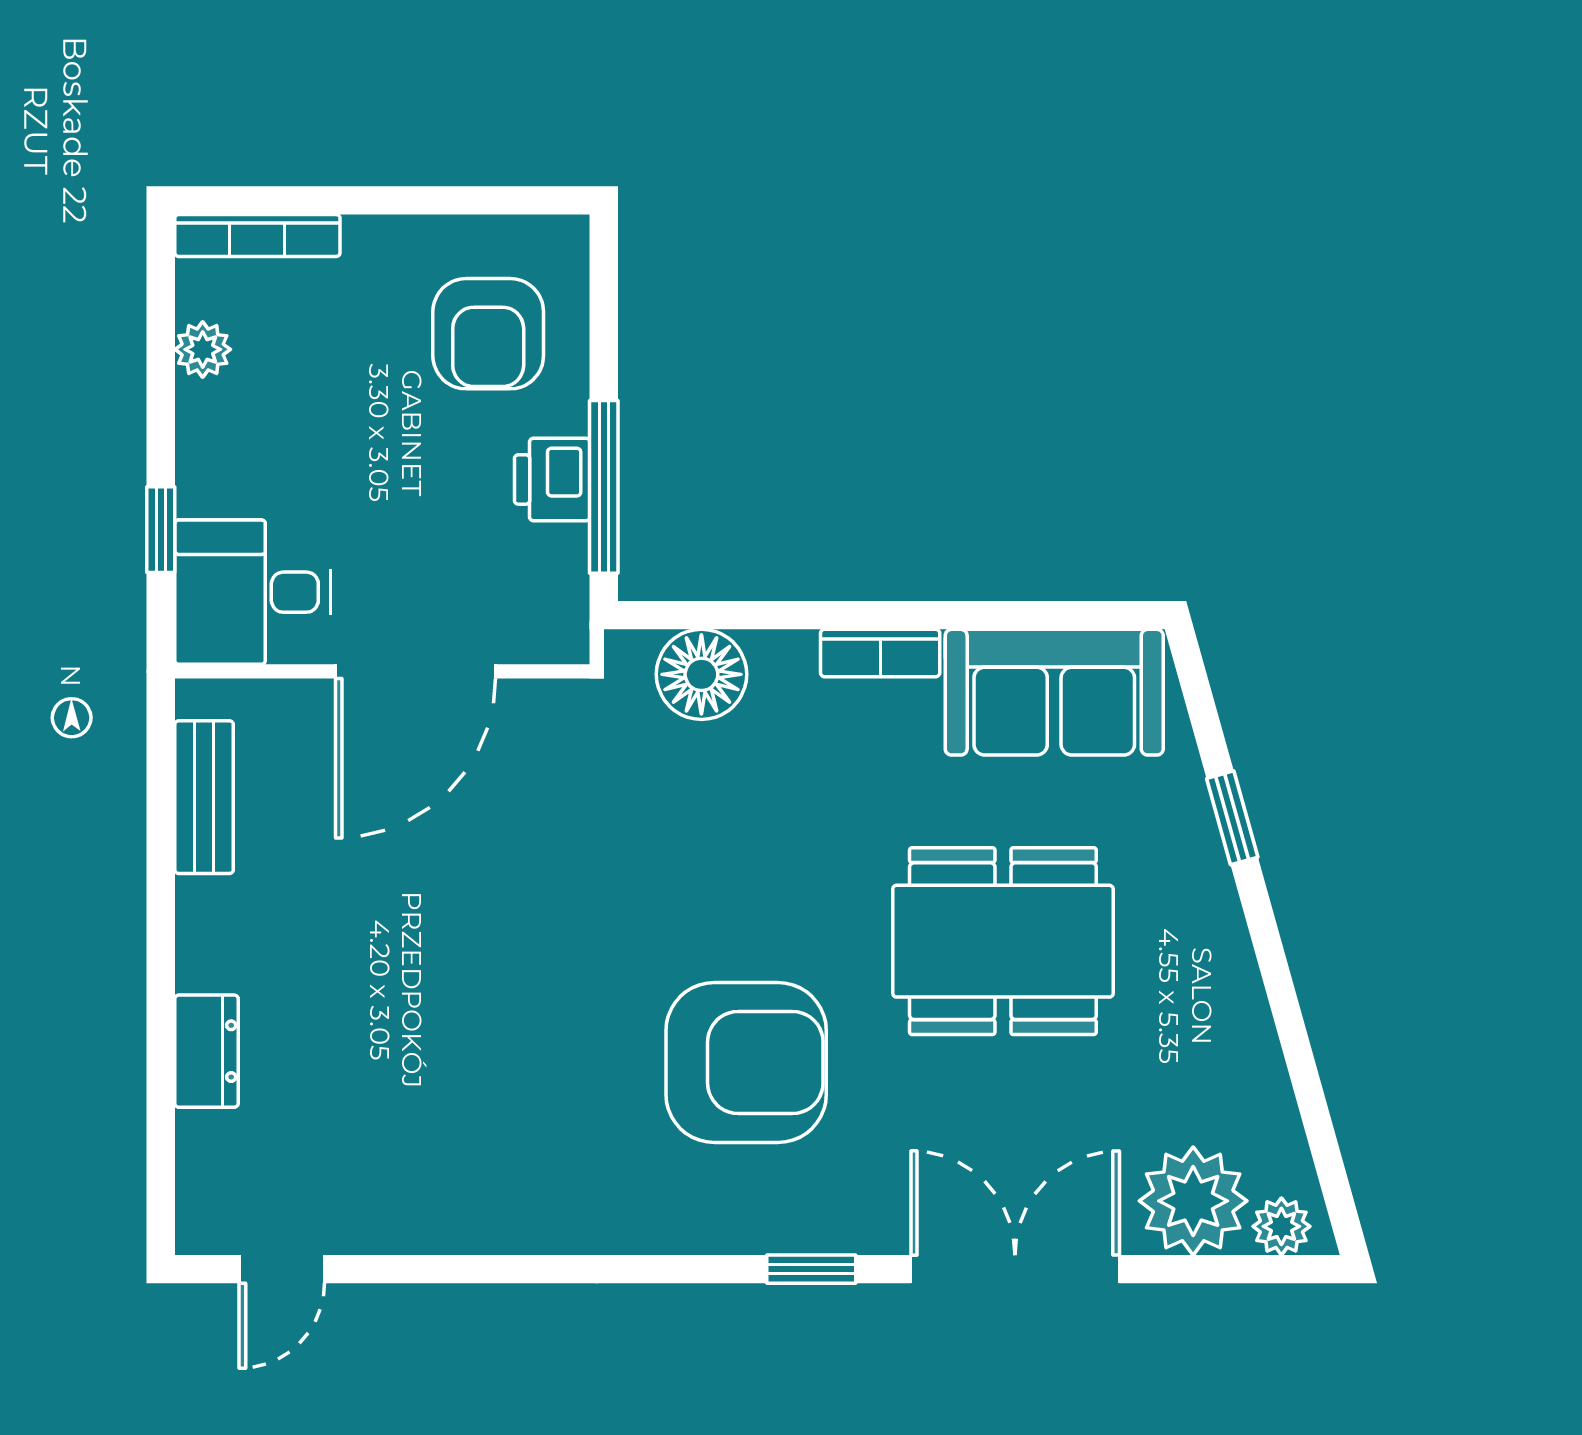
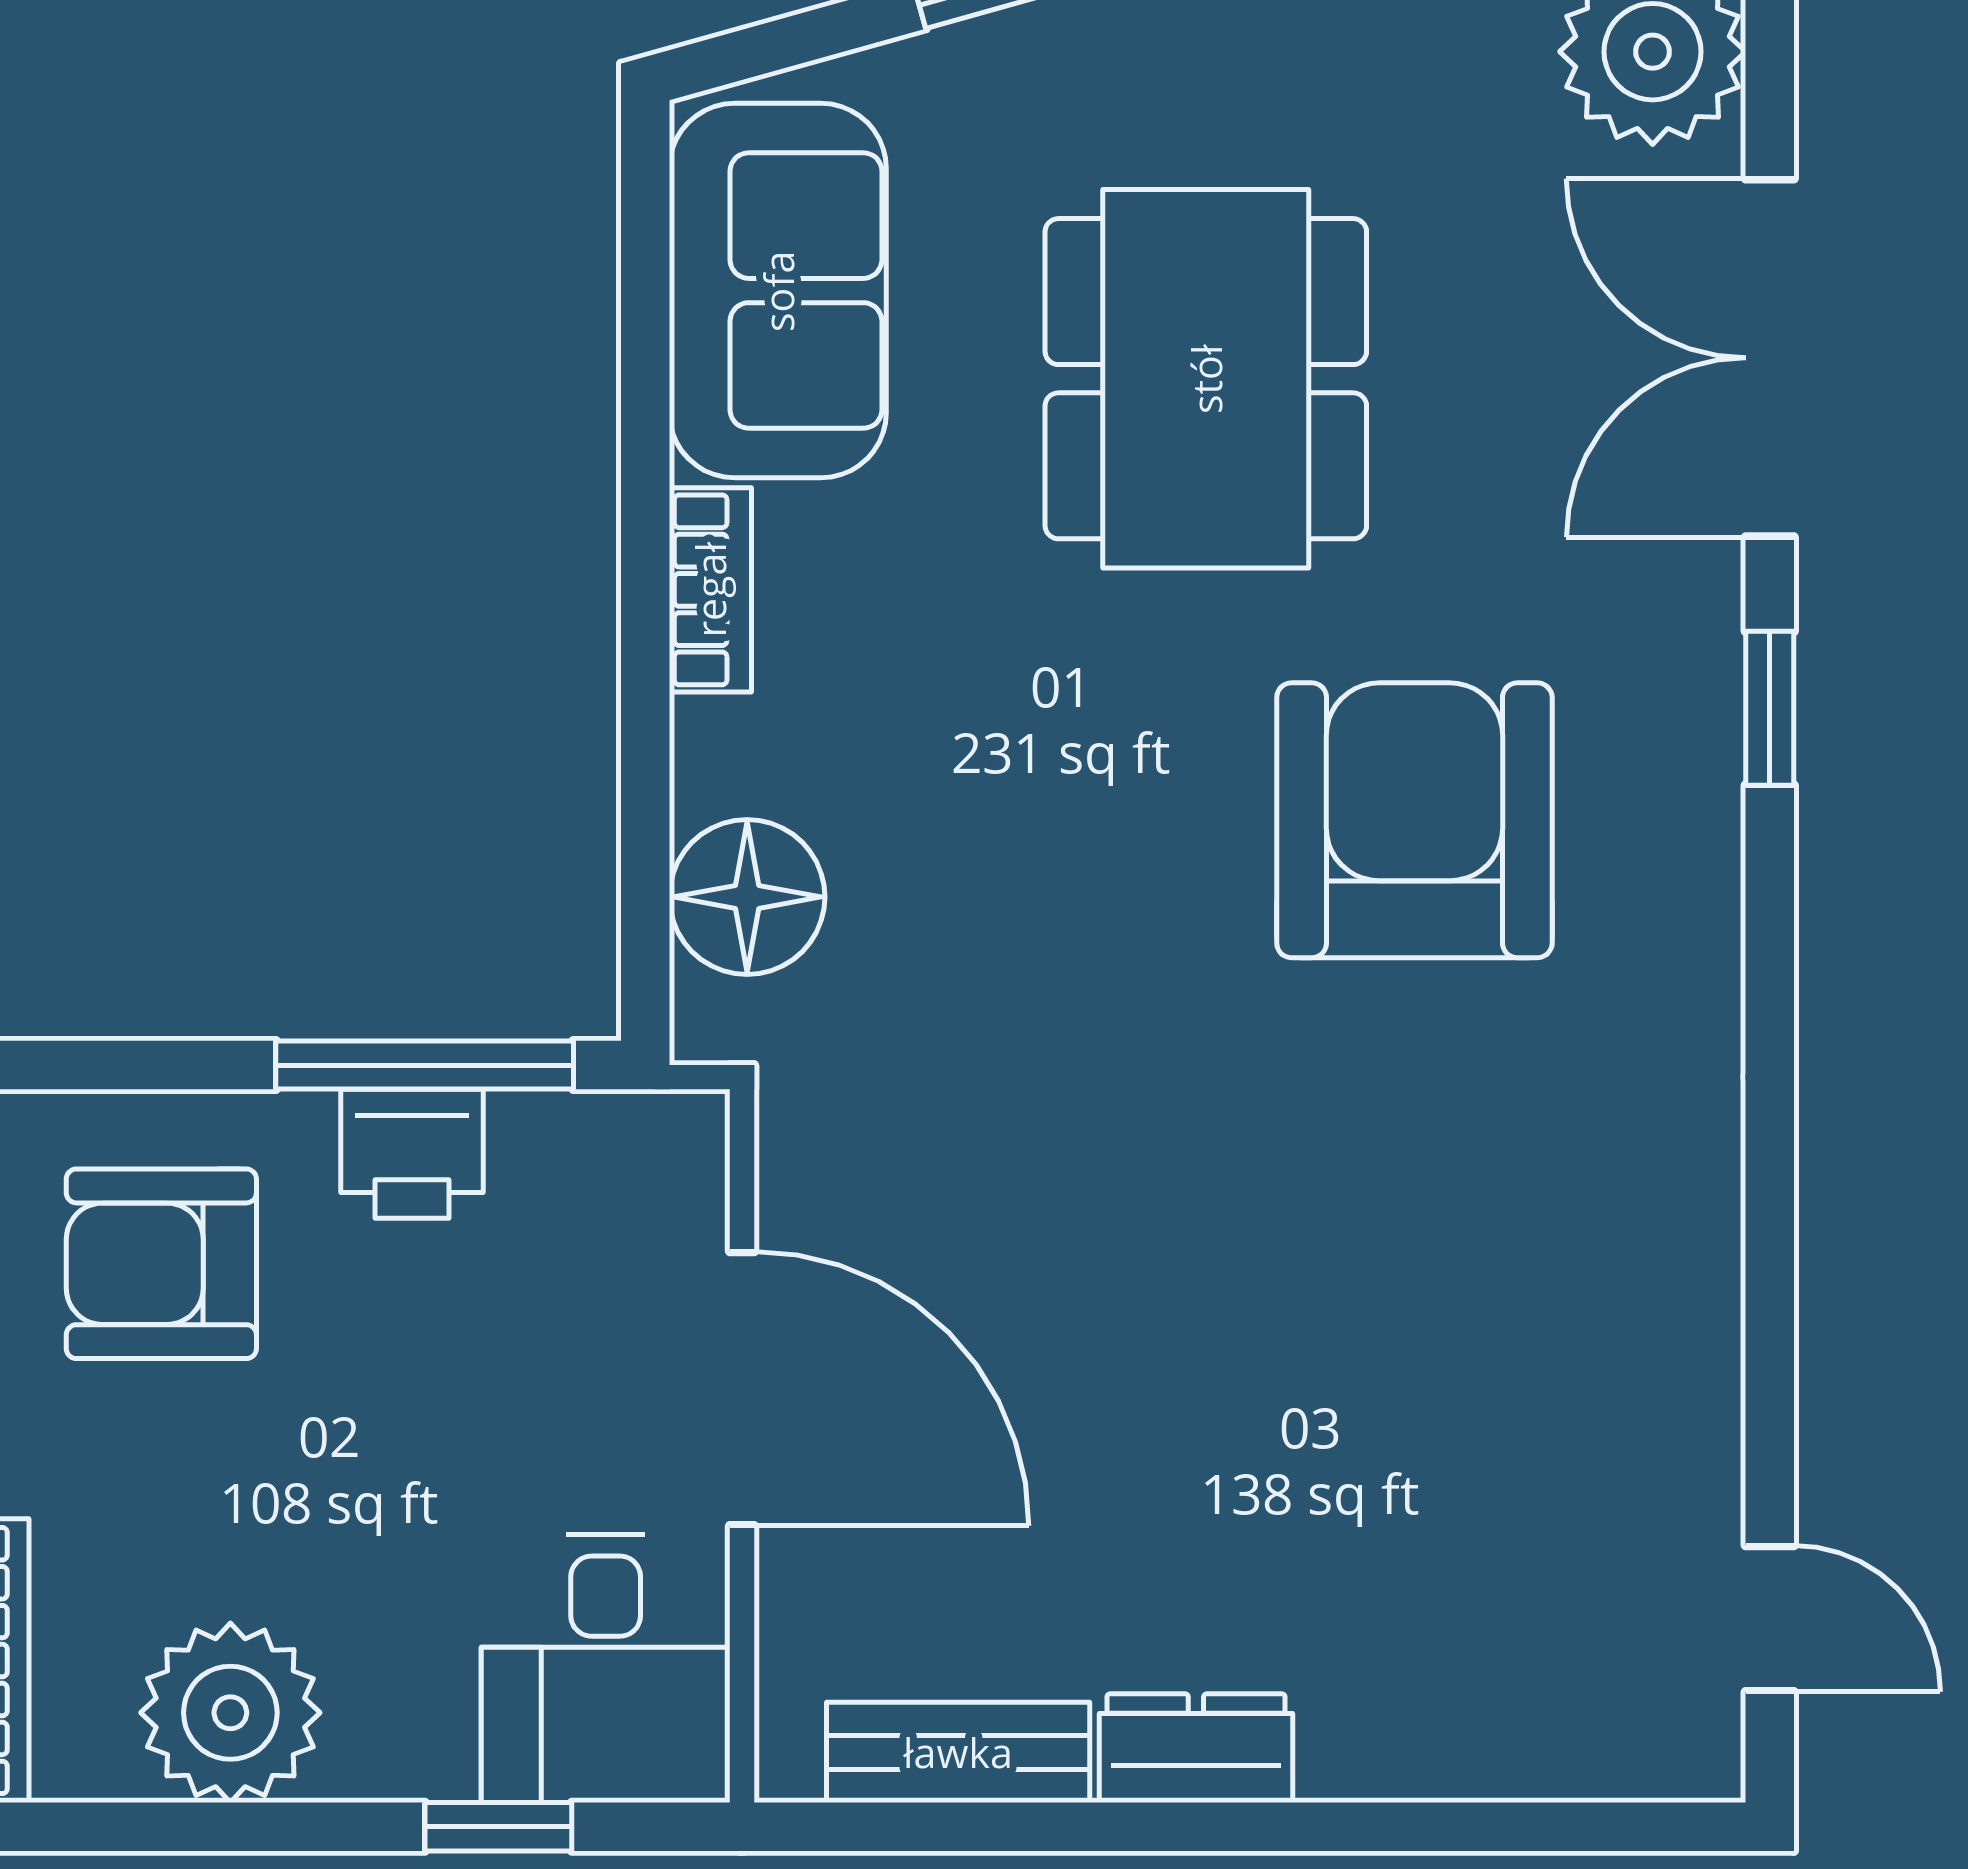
armchair: (488, 334) -> (161, 1264), turned 180
plant: (203, 349) -> (230, 1713), width x1.87, depth x1.87
dresser: (206, 1051) -> (1196, 1748), moved

